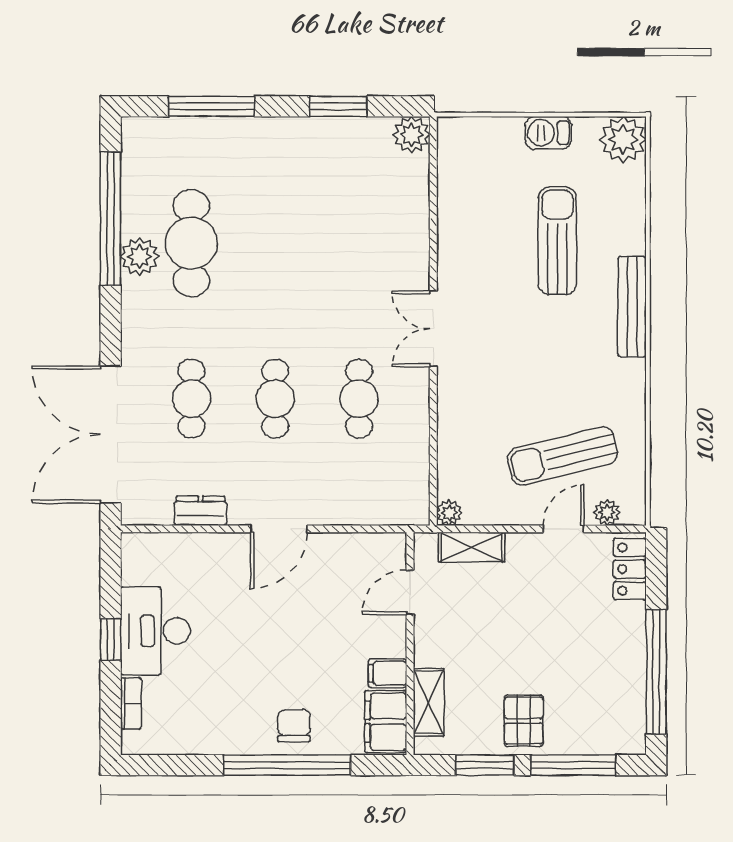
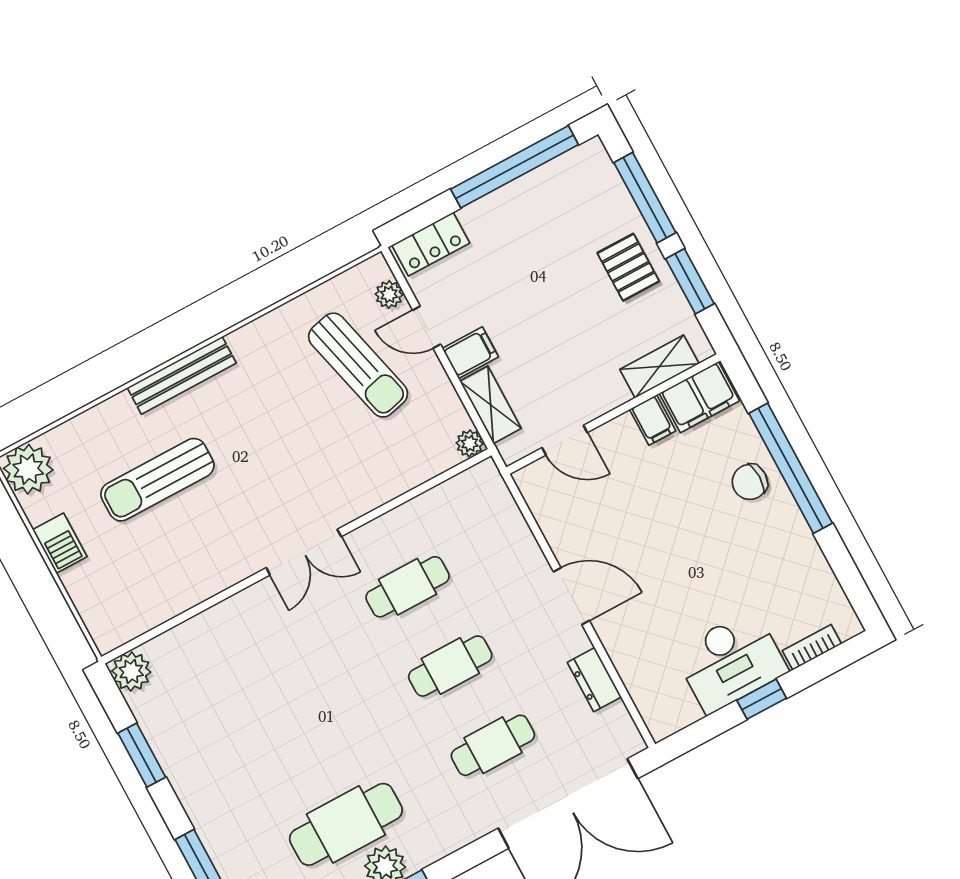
filing cabinet: (523, 553) -> (470, 353), added
pallet: (524, 721) -> (628, 267), turned 90

